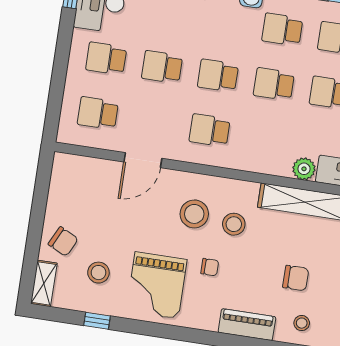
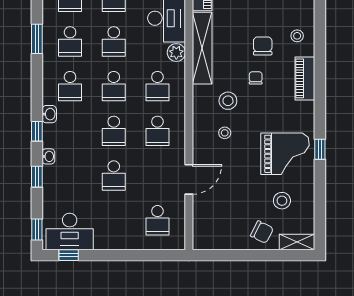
school desk: (106, 58) -> (157, 86), moved
door: (143, 160) -> (189, 179), hinge flipped
stool: (194, 214) -> (225, 133), width x0.53, depth x0.53
chair: (63, 241) -> (262, 232), turned 91
chair: (210, 267) -> (256, 78), moved
window: (97, 321) -> (320, 149), moved

